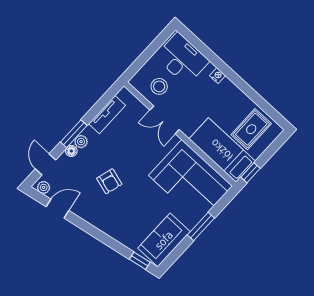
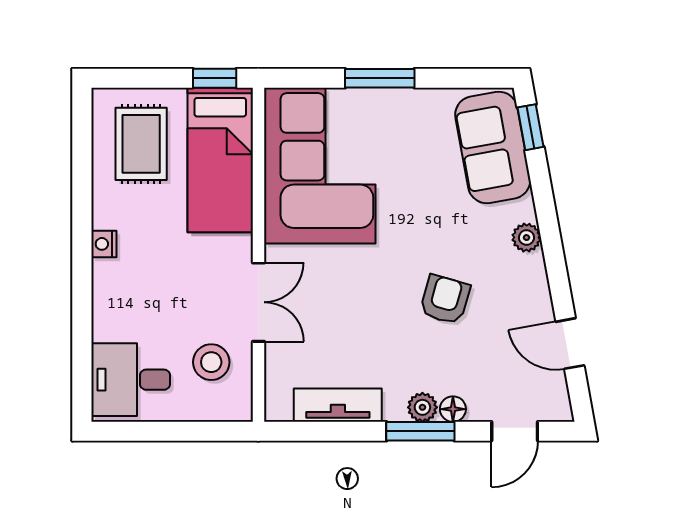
desk: (182, 59) -> (131, 380), width x0.73
nightstand: (217, 76) -> (104, 244), moved
rug: (251, 129) -> (141, 144), turned 90
plant: (44, 187) -> (526, 238), moved
sofa: (164, 240) -> (493, 147), moved, turned 80

